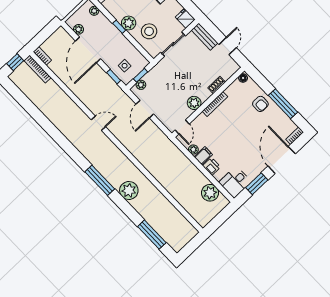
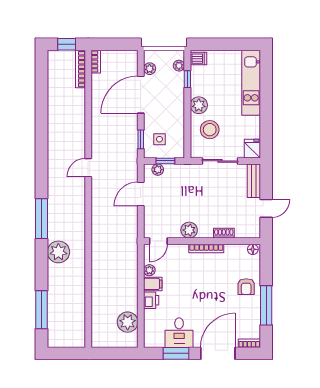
window: (119, 27) -> (187, 79), moved
door: (98, 123) -> (88, 168), swing flipped
desk: (235, 182) -> (179, 333), moved, turned -90

